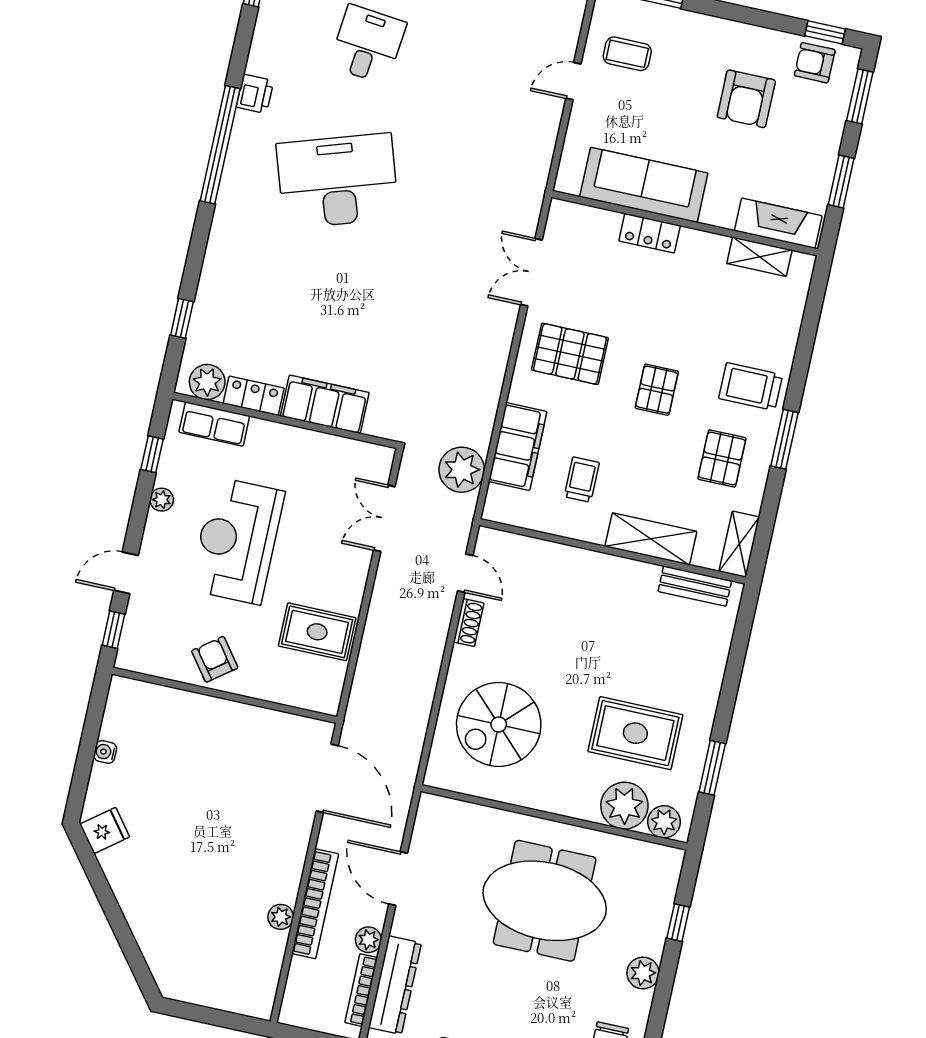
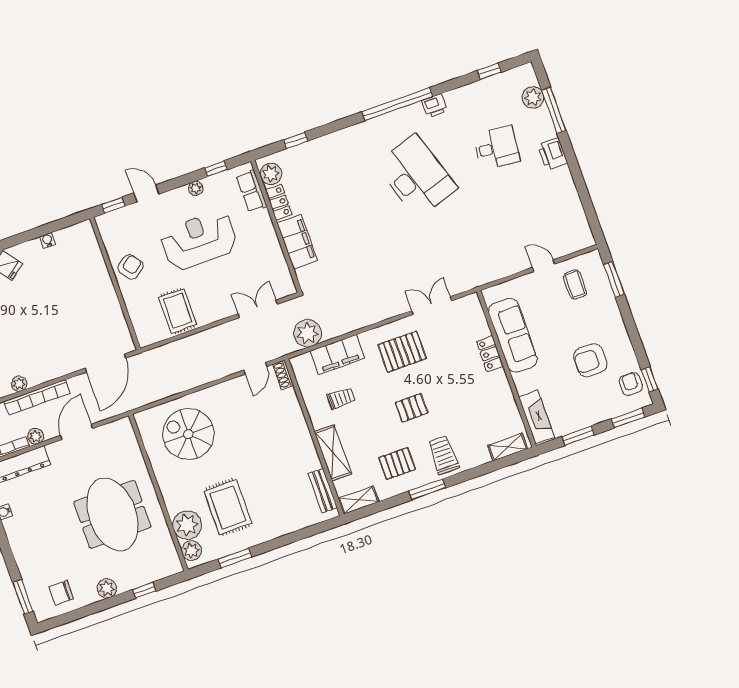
shelving: (759, 257) -> (508, 447), moved, turned 90
pallet: (570, 354) -> (402, 352), turned 90
shoe rack: (469, 623) -> (283, 375), moved, turned 90

